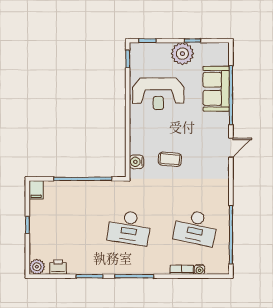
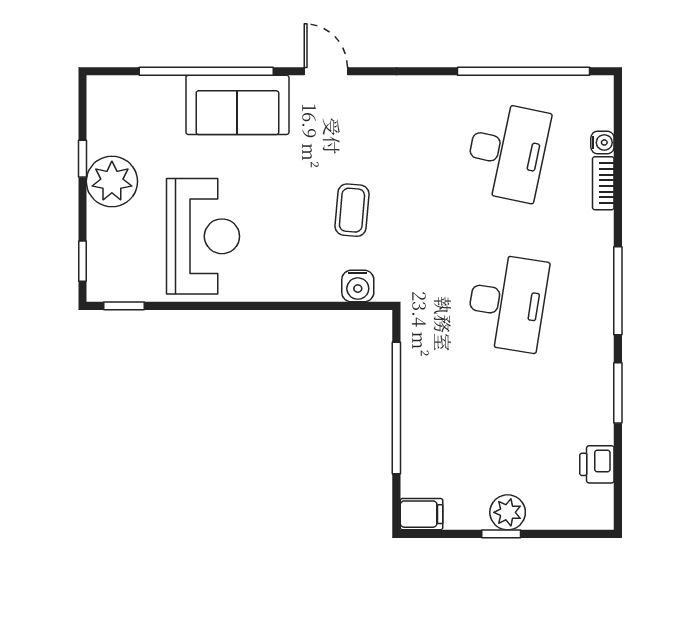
sofa: (216, 89) -> (237, 105), moved
plant: (37, 267) -> (508, 512), moved

